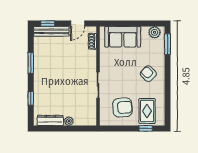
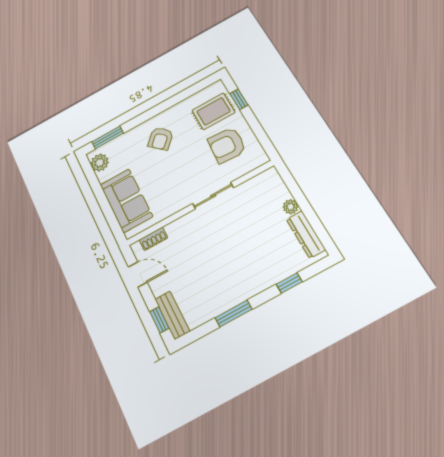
bench: (51, 31) -> (172, 315), width x0.73
armchair: (122, 107) -> (227, 145), turned -82

